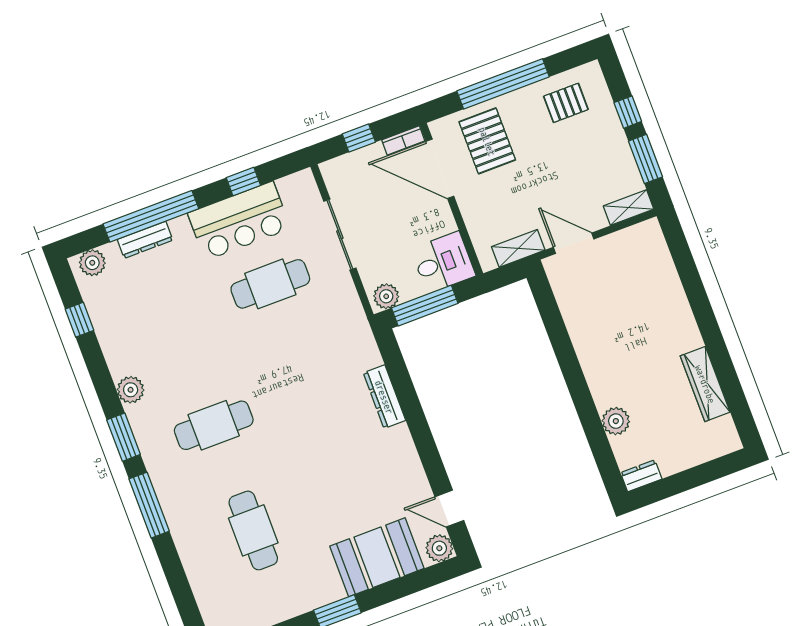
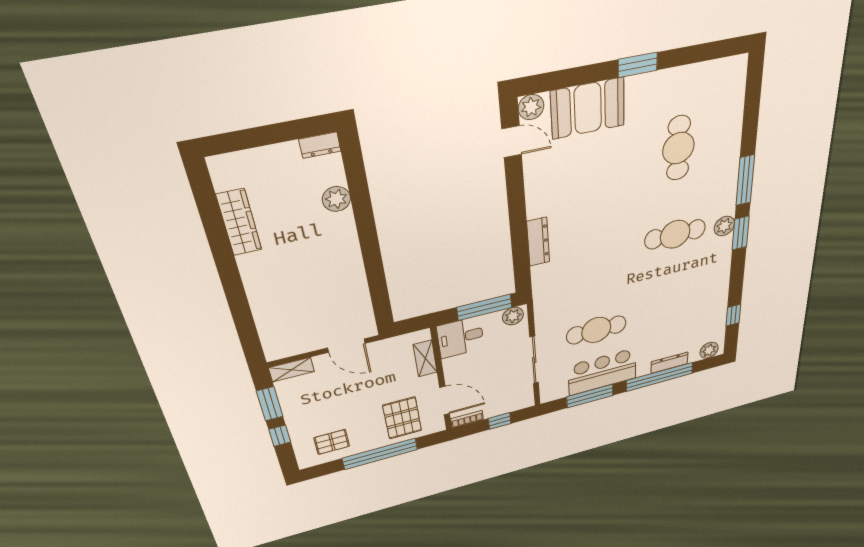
door: (440, 169) -> (445, 401), width x0.73
window: (243, 181) -> (590, 396), width x2.17
shelving: (518, 248) -> (425, 359), moved, turned 90
plant: (131, 390) -> (724, 226), moved

